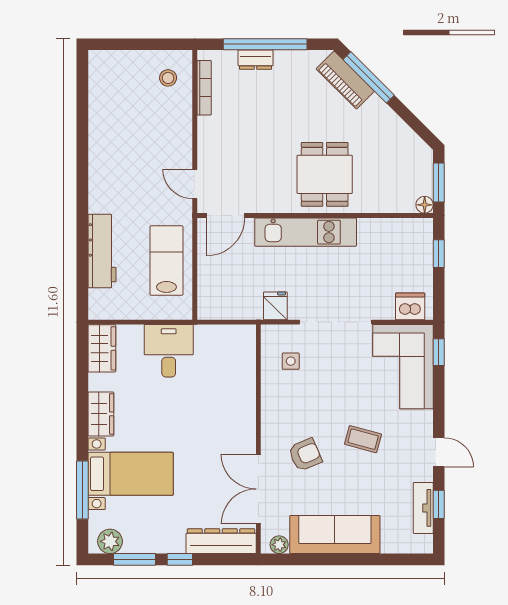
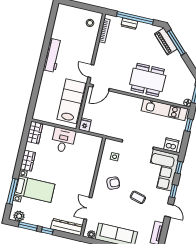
dining table: (325, 174) -> (148, 80), width x1.38
kitchen unit: (306, 232) -> (164, 110), moved
workbench: (102, 251) -> (53, 55), moved
lab bench: (166, 261) -> (71, 101), width x1.36, depth x1.39
fridge: (275, 306) -> (85, 125), moved
armchair: (305, 455) -> (113, 183), moved
double door: (258, 489) -> (88, 208), width x0.73
window: (439, 504) -> (174, 191), moved

